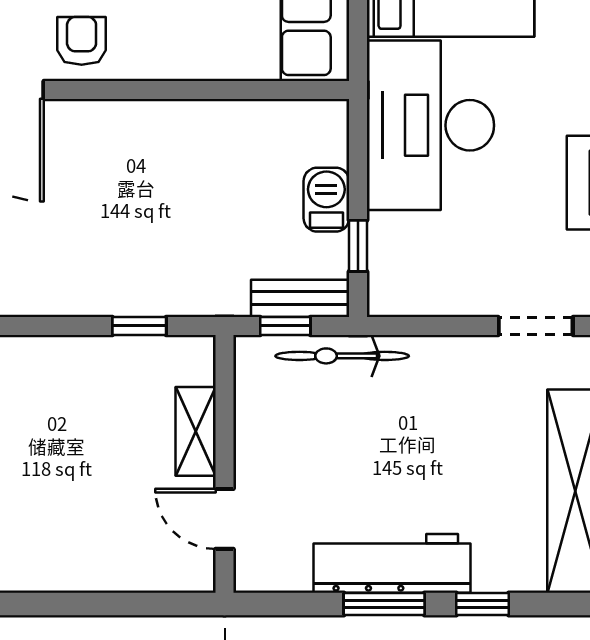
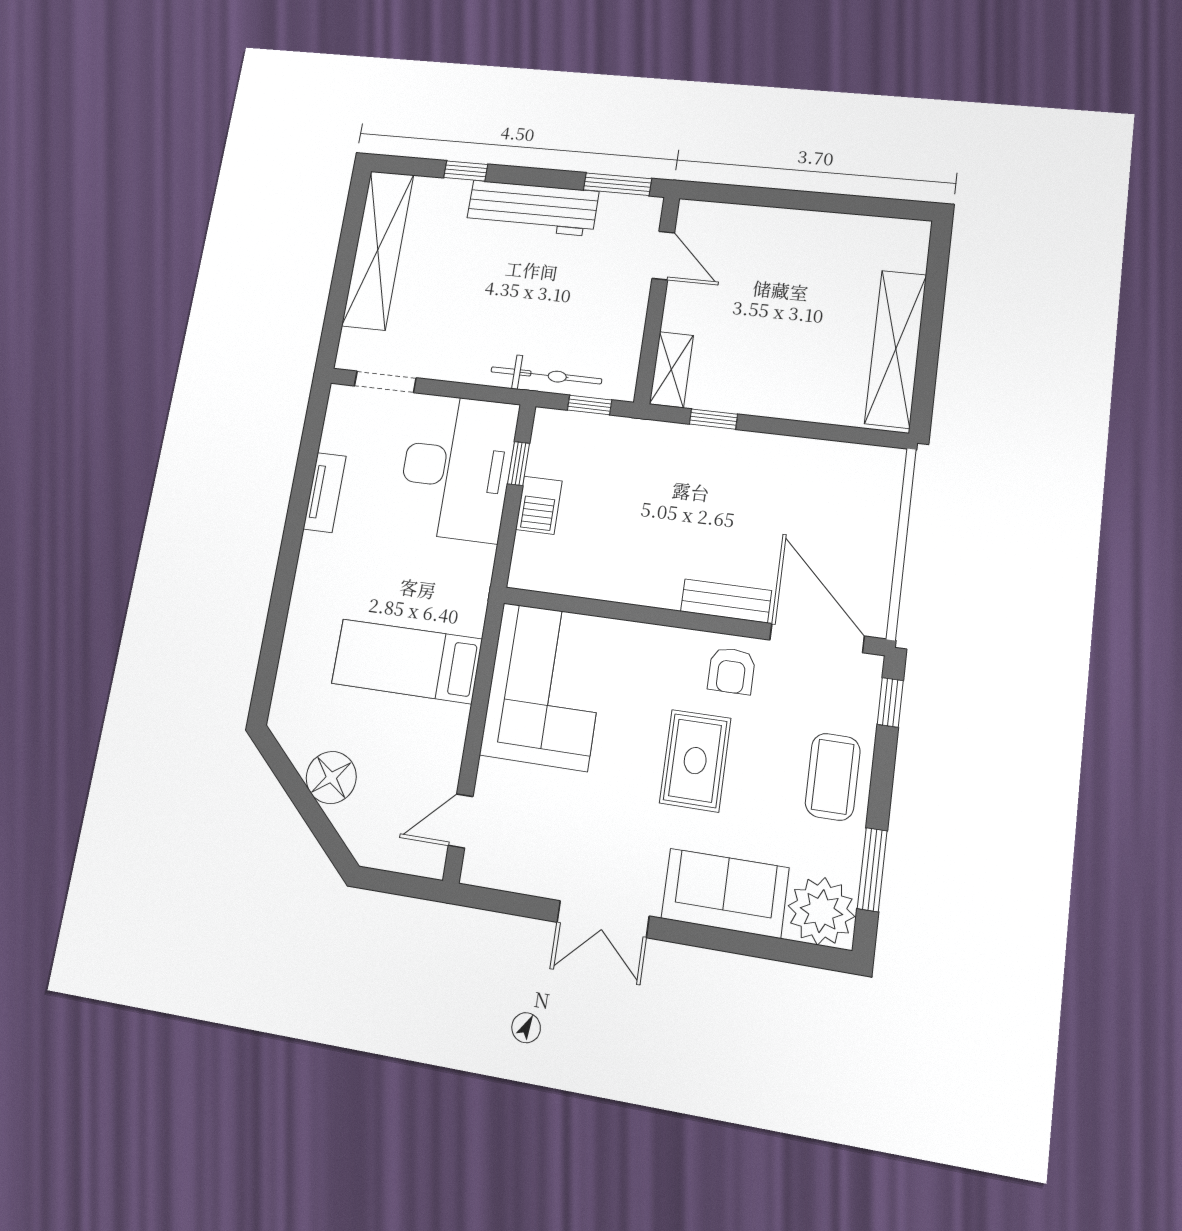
desk: (430, 125) -> (457, 468), moved
bench: (300, 298) -> (726, 601), moved
shelving: (196, 431) -> (671, 370), moved
window: (384, 604) -> (617, 184), moved

